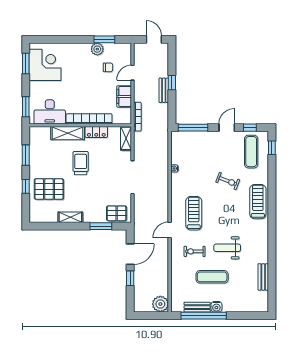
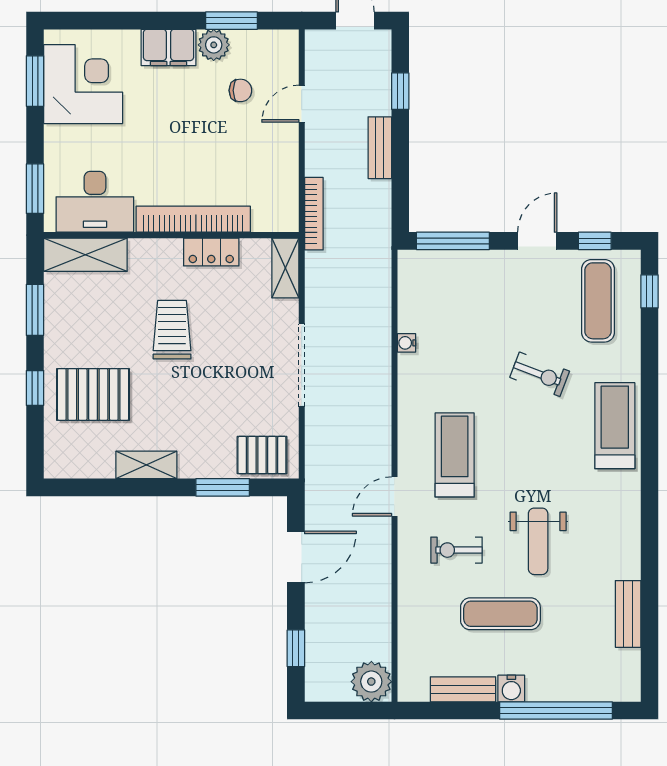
window: (172, 83) -> (400, 91), moved
filing cabinet: (124, 96) -> (168, 48), moved, turned -90
shelving: (68, 133) -> (85, 255), moved
weight bench: (227, 248) -> (538, 541), turned -90
window: (130, 278) -> (296, 648), moved
window: (204, 316) -> (556, 711), moved

